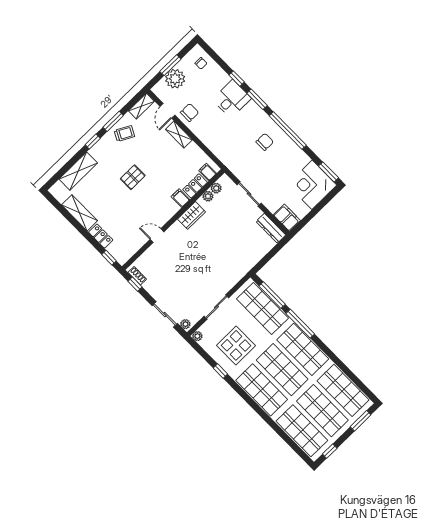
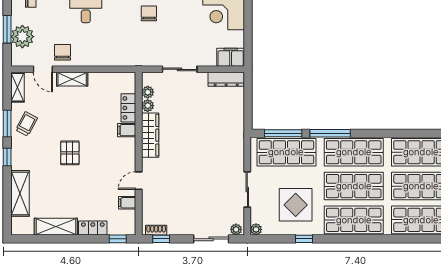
filing cabinet: (208, 172) -> (127, 203), moved
wardrobe: (191, 215) -> (150, 135), width x1.50

